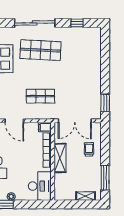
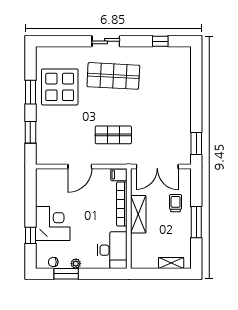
sliding door: (35, 23) -> (106, 41), width x0.54
door: (14, 121) -> (80, 166), hinge flipped
window: (105, 178) -> (196, 222), moved

